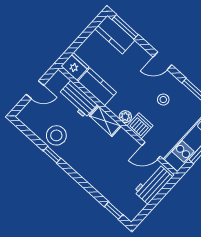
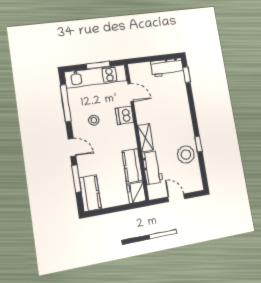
window: (125, 27) -> (76, 179), moved
plant: (125, 117) -> (129, 130), removed
workbench: (153, 184) -> (167, 67), moved

